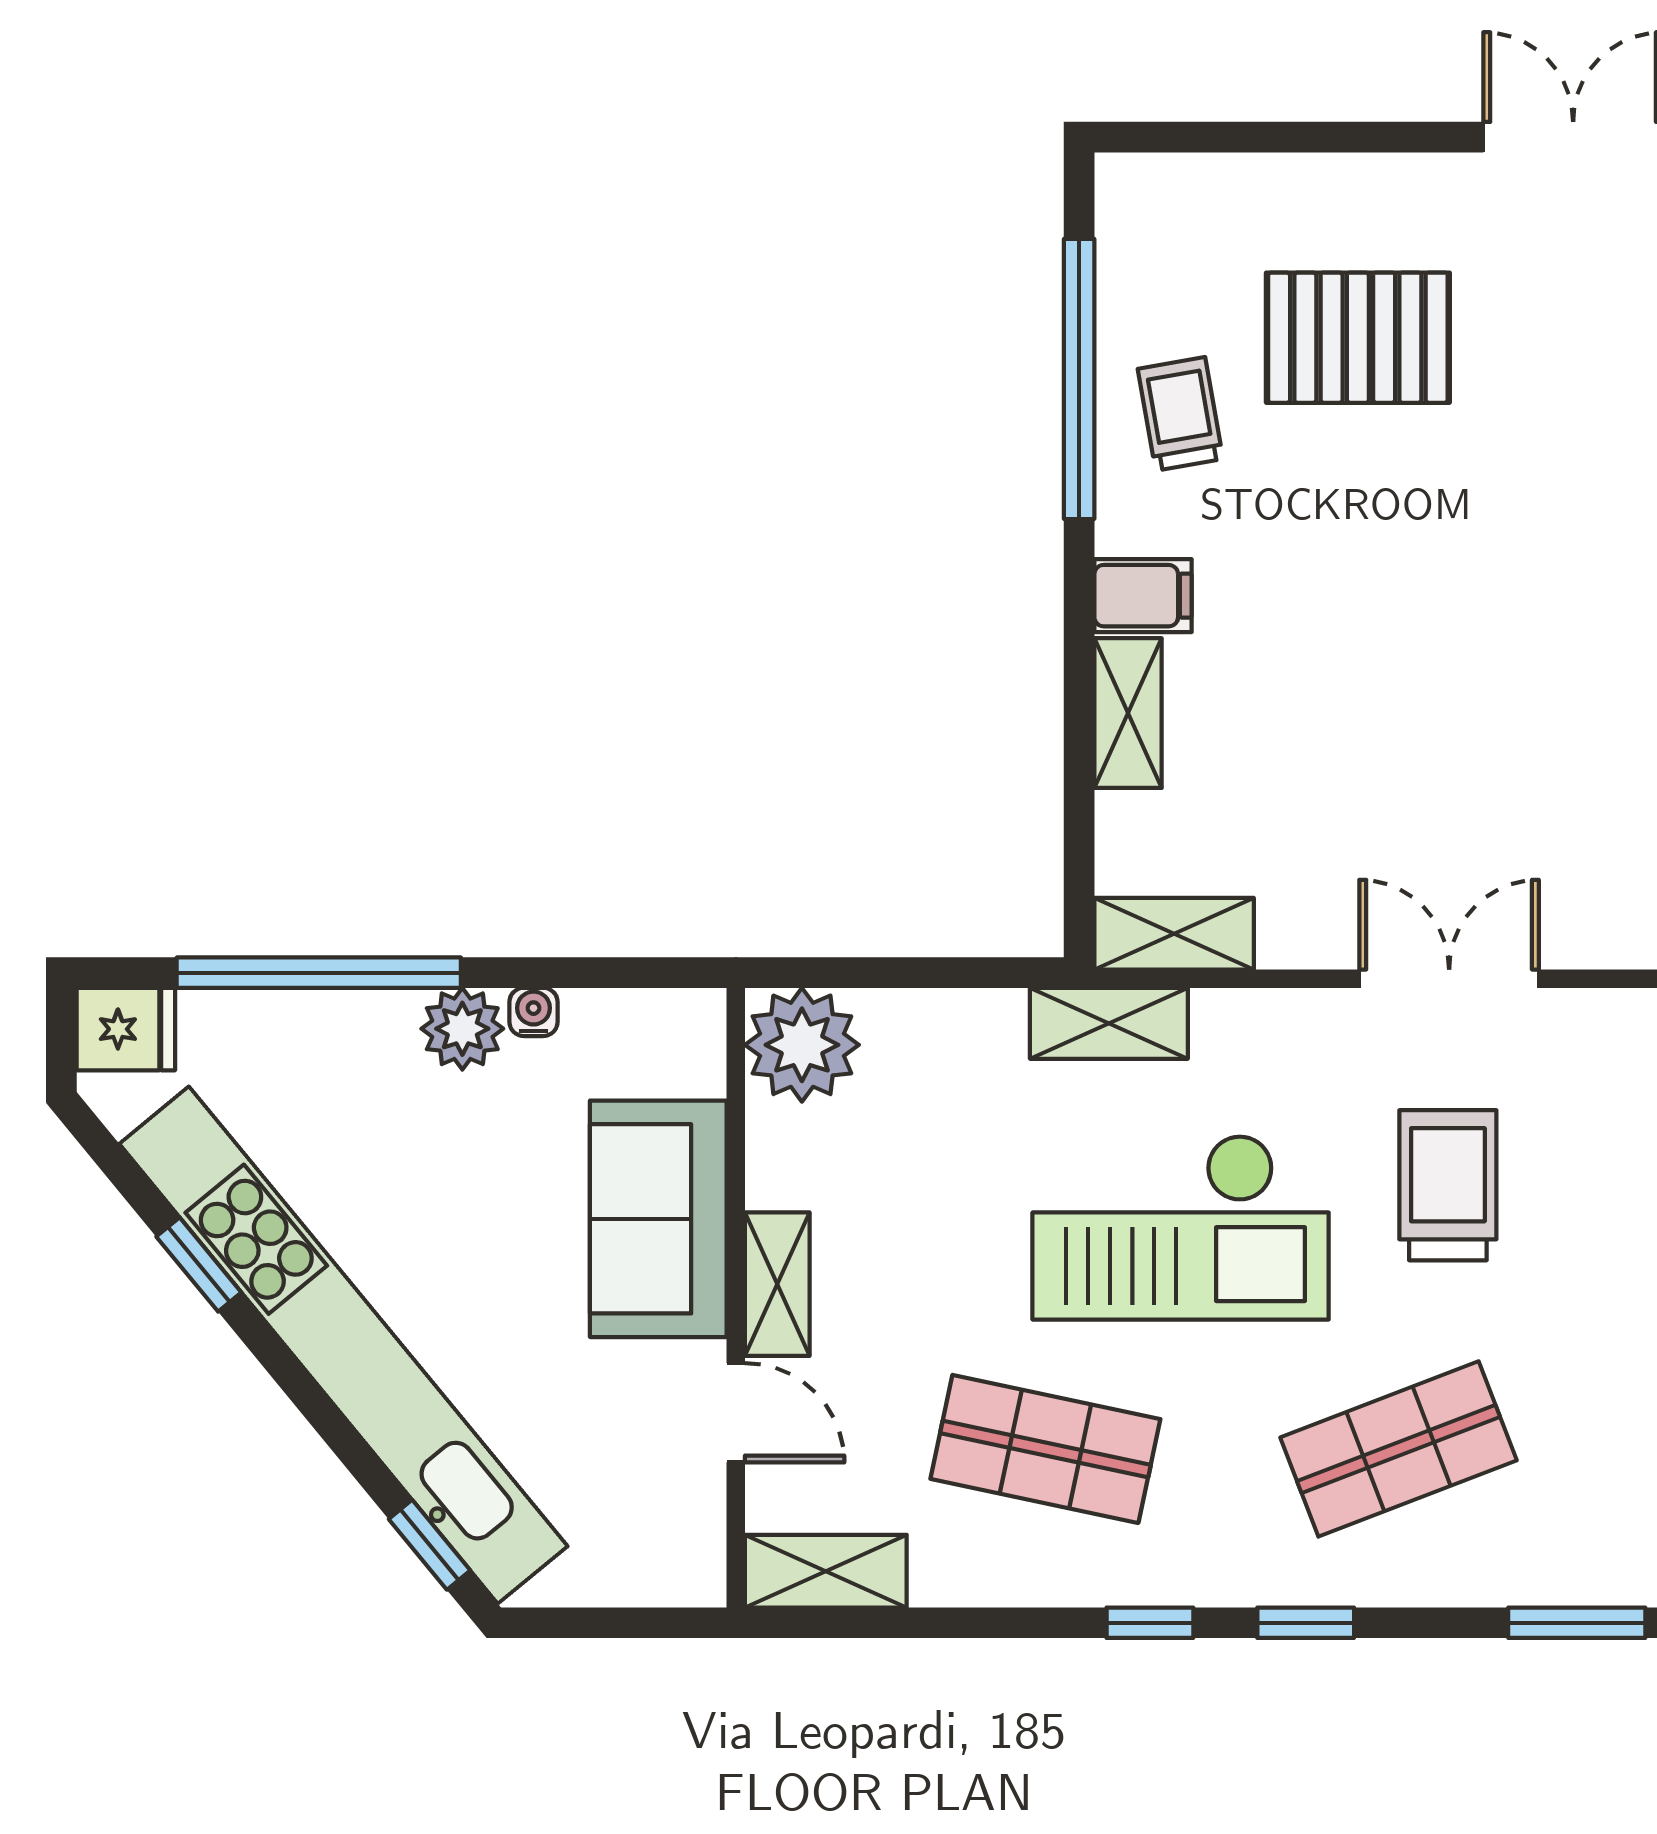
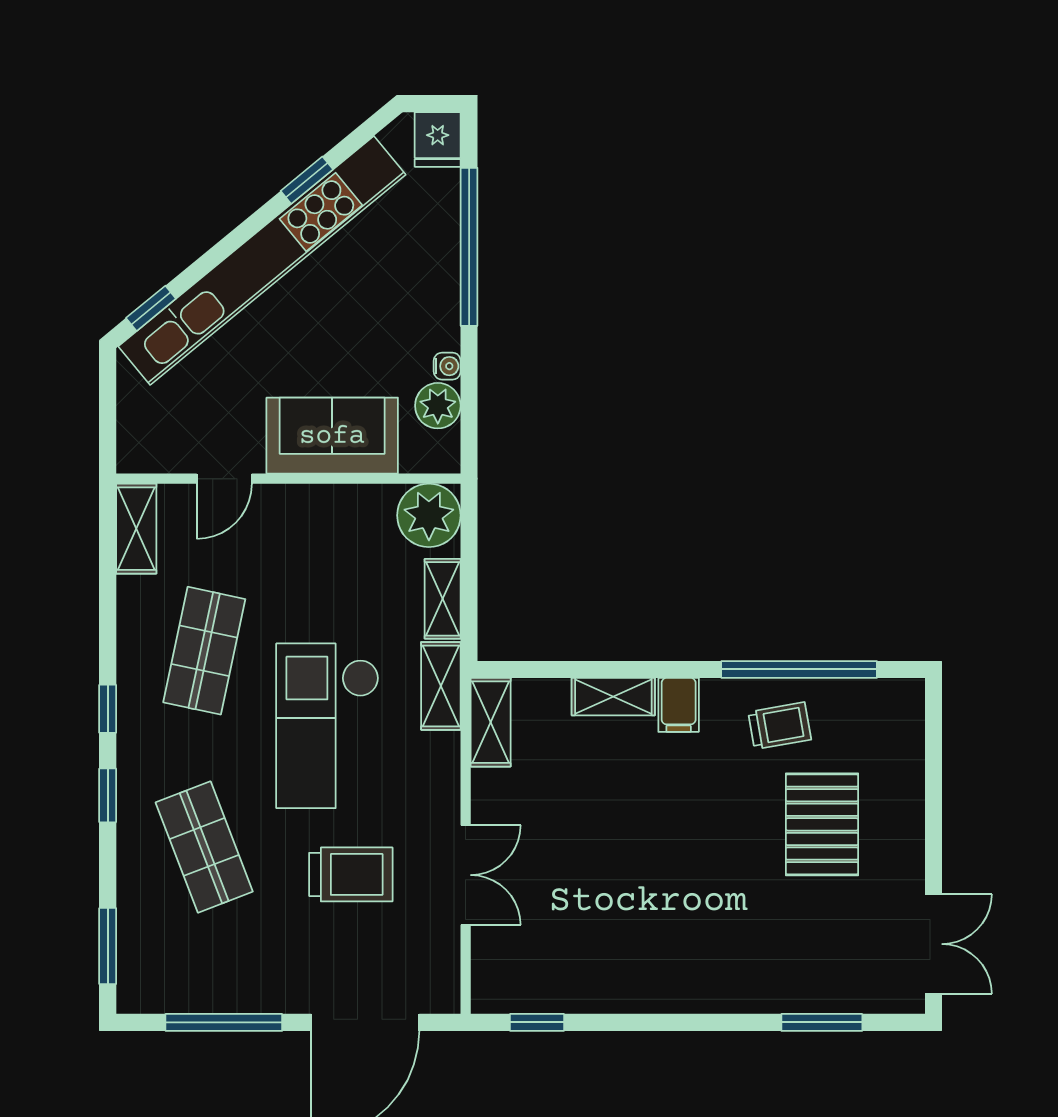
plant: (462, 1029) -> (438, 406), moved
shelving: (777, 1284) -> (443, 599), moved, turned 90

